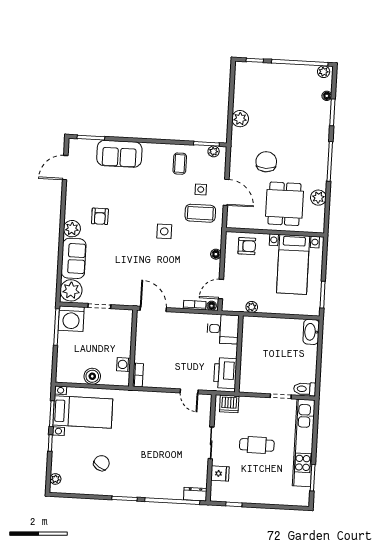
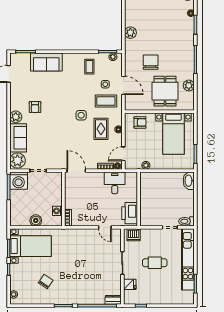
rug: (191, 252) -> (101, 129), added
desk: (223, 329) -> (115, 183), moved, turned -90

